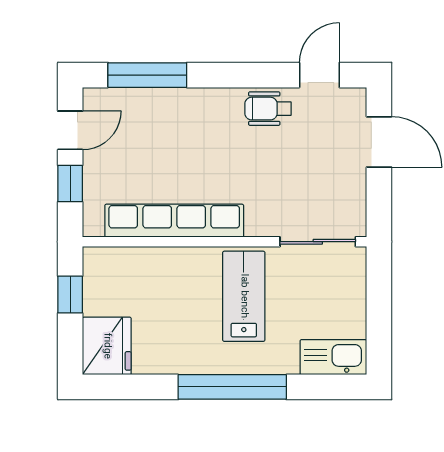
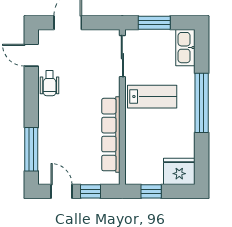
lab bench: (244, 296) -> (152, 97), turned 180
window: (379, 300) -> (154, 23), added

